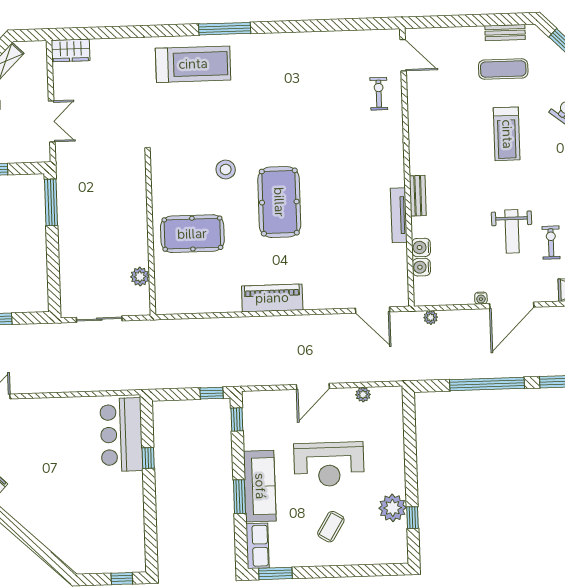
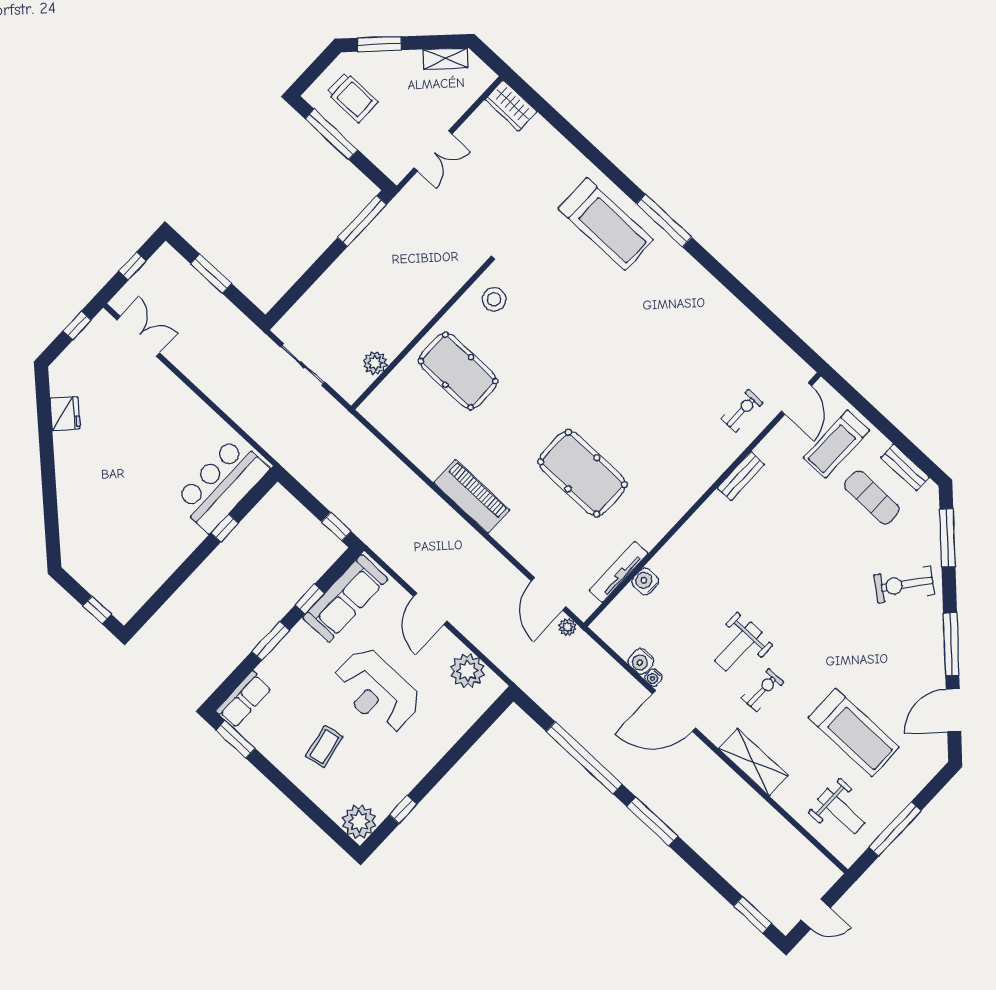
treadmill: (507, 134) -> (836, 444), moved
stool: (226, 169) -> (494, 299), moved
bench: (418, 196) -> (741, 476), moved
pool table: (279, 202) -> (582, 473), moved, turned 90
tv unit: (399, 215) -> (619, 572), moved
water cooler: (421, 267) -> (641, 661), moved, turned -90
plant: (431, 317) -> (567, 627), moved
door: (313, 386) -> (430, 609), hinge flipped
plant: (363, 395) -> (467, 671), width x1.88, depth x1.88
window: (237, 420) -> (310, 599), moved
sofa: (260, 486) -> (345, 598), moved
plant: (393, 508) -> (359, 822), moved
coffee table: (331, 527) -> (324, 747), turned -42

